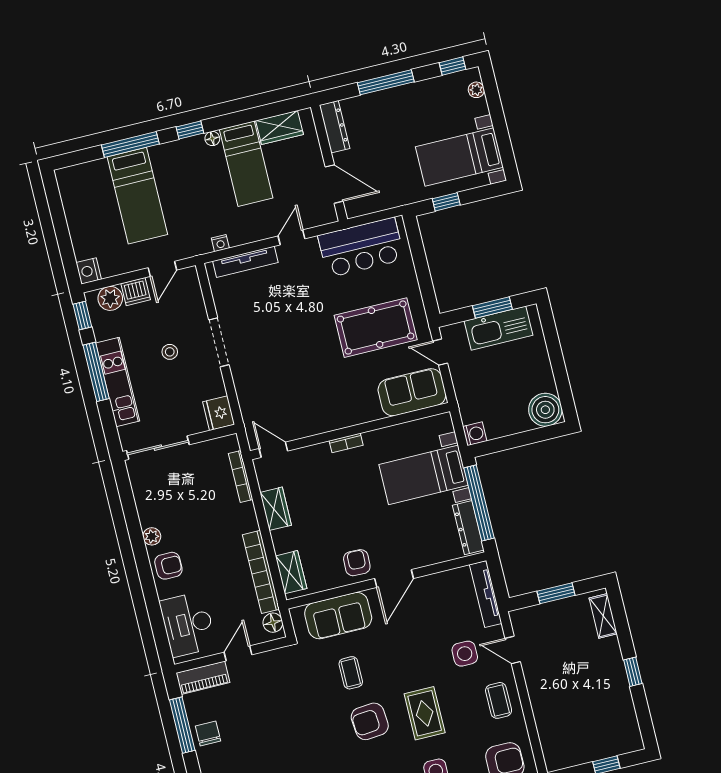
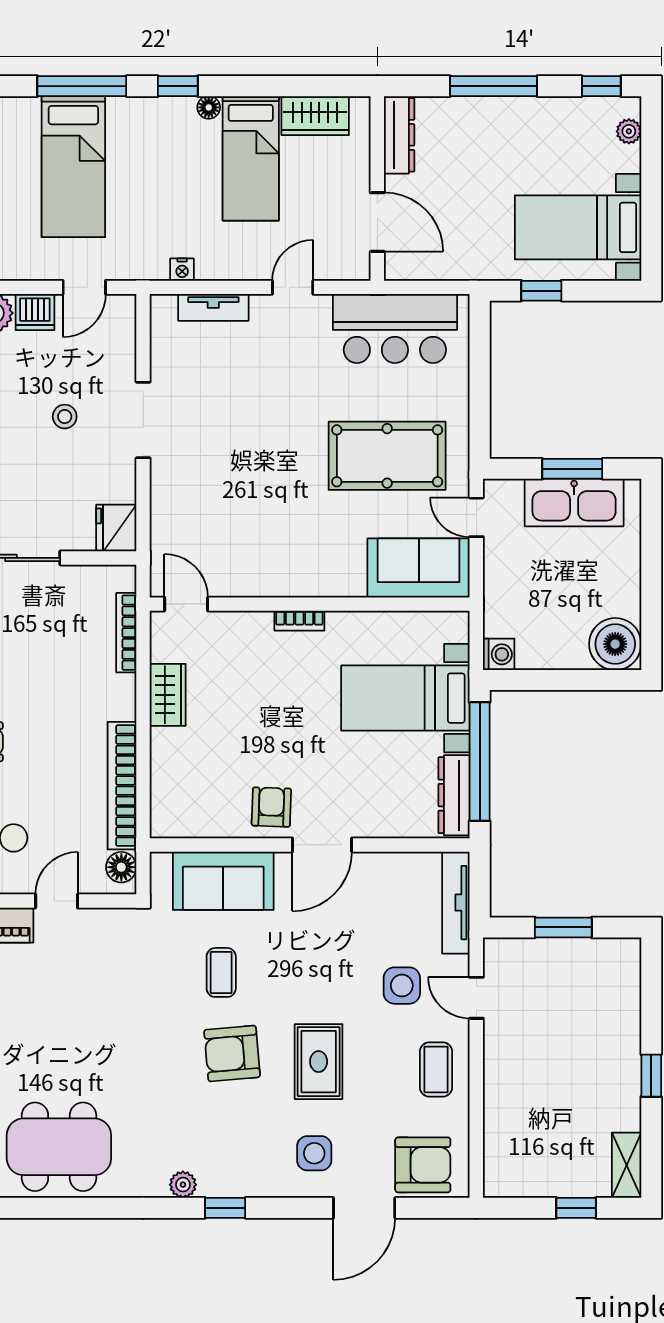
tv unit: (245, 262) -> (213, 307), width x0.71
wardrobe: (291, 572) -> (168, 797), removed
shelving: (603, 616) -> (627, 1165), moved

